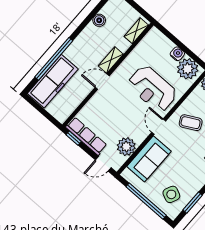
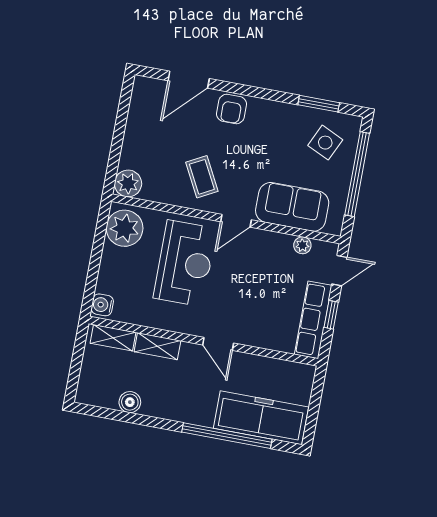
water cooler: (177, 54) -> (102, 305), moved
shelving: (111, 60) -> (157, 346), moved
window: (74, 138) -> (331, 315), moved
plant: (126, 147) -> (302, 245), width x0.53, depth x0.53
door: (103, 164) -> (339, 271), hinge flipped

